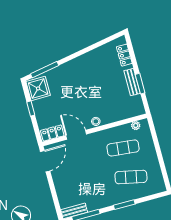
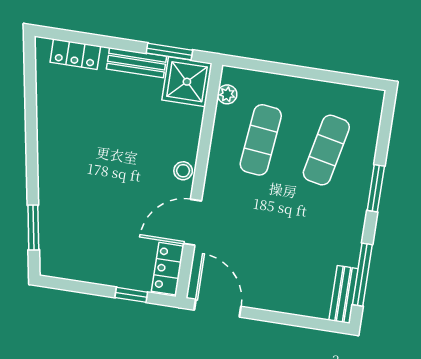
window: (45, 70) -> (33, 228), width x0.69
window: (140, 84) -> (169, 52), moved
shower: (38, 88) -> (187, 82), moved
window: (31, 109) -> (131, 295), moved

